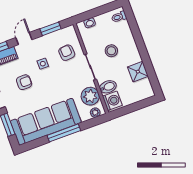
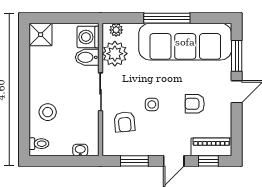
stool: (111, 51) -> (48, 112), moved
side table: (43, 64) -> (152, 104), moved
shower: (138, 72) -> (41, 35), moved

